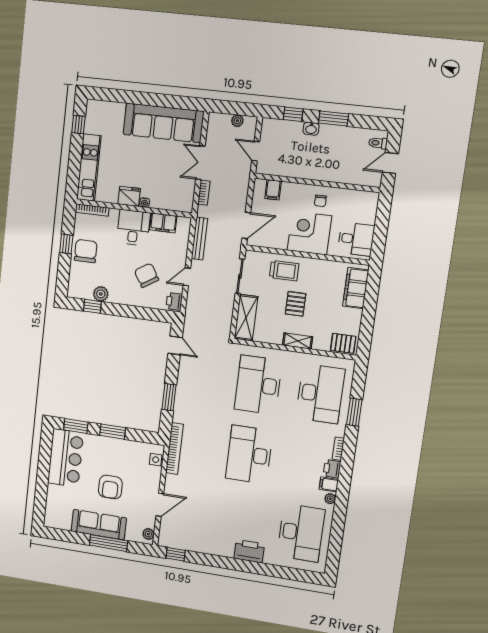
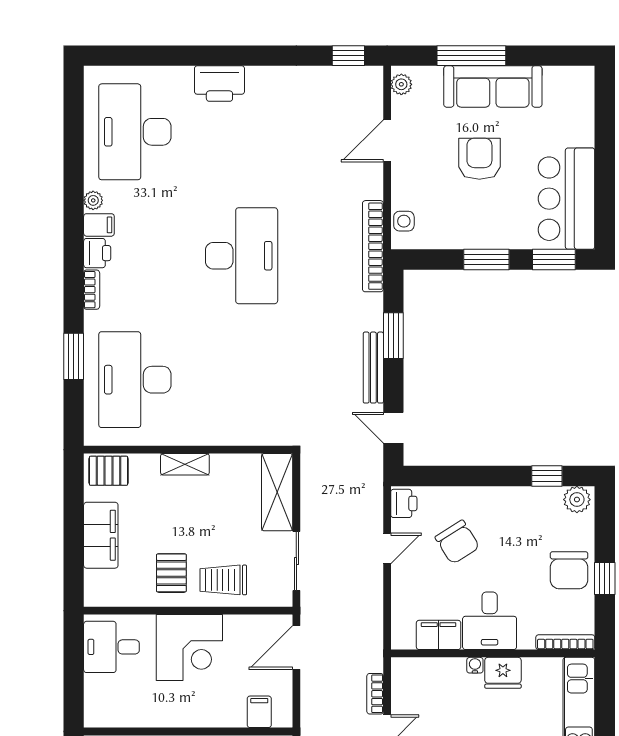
chair: (320, 201) -> (179, 703), removed
bench: (199, 239) -> (373, 368), moved
filing cabinet: (356, 288) -> (101, 535), moved
plant: (101, 294) -> (577, 500), moved
pallet: (296, 304) -> (171, 573), moved
desk: (258, 385) -> (242, 380), removed

